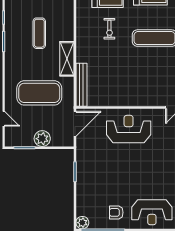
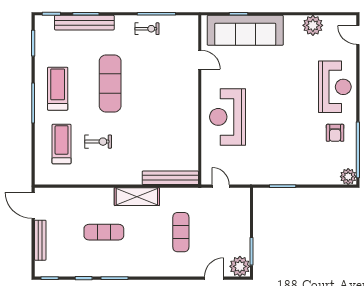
exercise mat: (39, 93) -> (181, 232), width x0.50, depth x0.69
door: (75, 124) -> (221, 186), width x0.53
plant: (42, 139) -> (240, 266), moved

